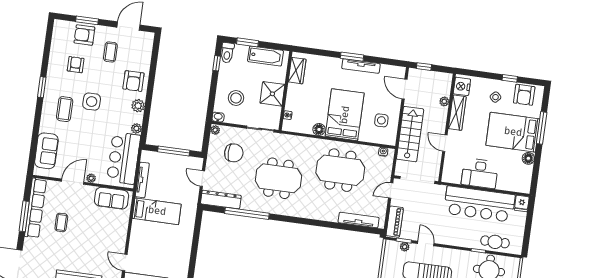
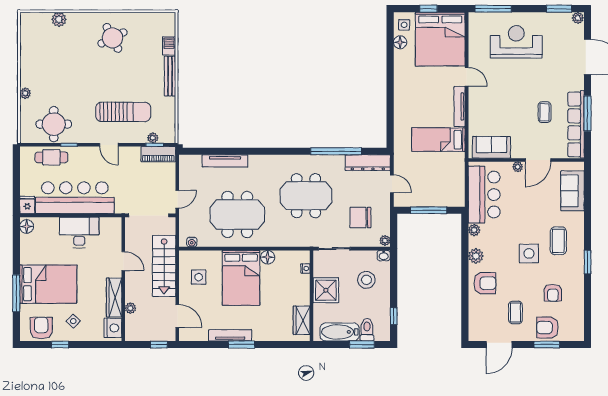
armchair: (84, 35) -> (547, 328), turned 180
toilet: (227, 53) -> (367, 330), moved
armchair: (133, 81) -> (485, 283), turned 90
floor lamp: (528, 158) -> (27, 226), moved
tv unit: (142, 180) -> (460, 106), moved
tv unit: (359, 220) -> (225, 161), moved
piano: (395, 222) -> (158, 154), moved, turned -90
door: (426, 244) -> (109, 145), moved

